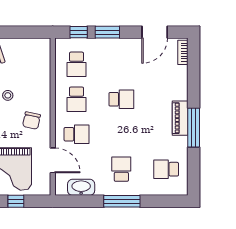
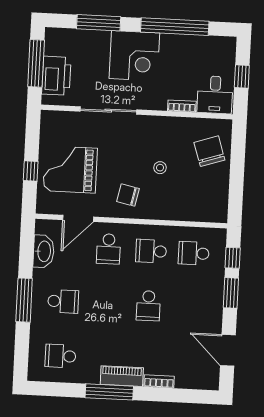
bookcase: (183, 52) -> (159, 381), moved
school desk: (166, 169) -> (60, 356), turned -90

